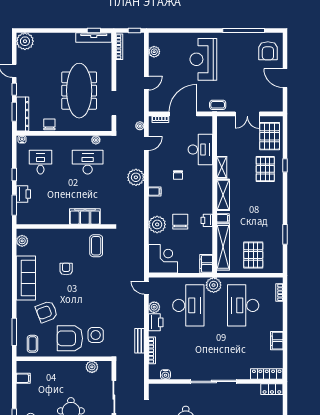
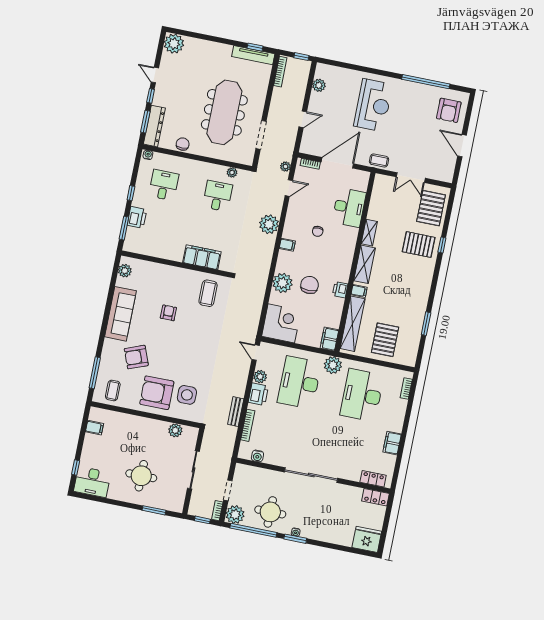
reception desk: (203, 59) -> (373, 105), turned 180
desk: (88, 162) -> (218, 196), width x0.73
pallet: (265, 169) -> (419, 245), turned 90
desk: (188, 305) -> (299, 382), turned 180
locker: (267, 374) -> (373, 479), width x0.66

